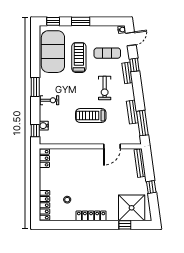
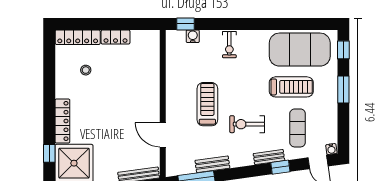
window: (35, 87) -> (249, 24), removed
locker: (44, 158) -> (116, 37), moved
locker: (91, 216) -> (62, 121), moved

